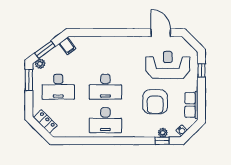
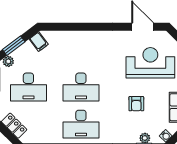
armchair: (155, 102) -> (136, 104), width x0.53, depth x0.53

